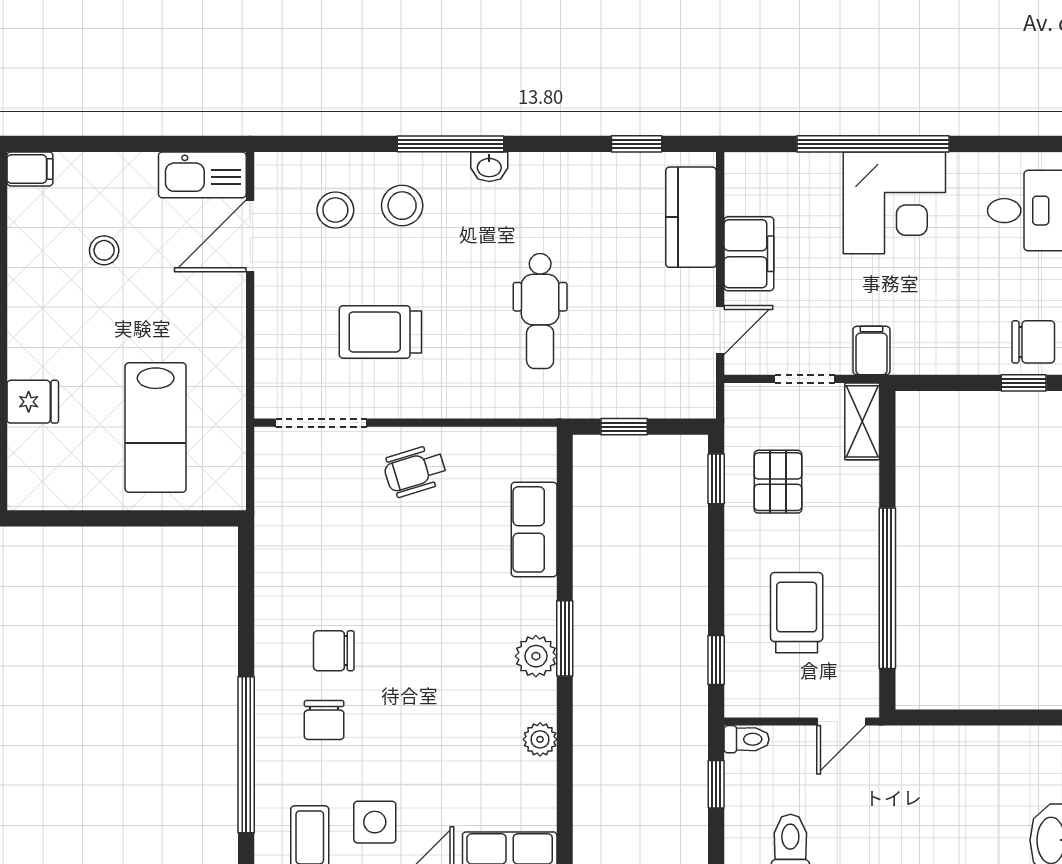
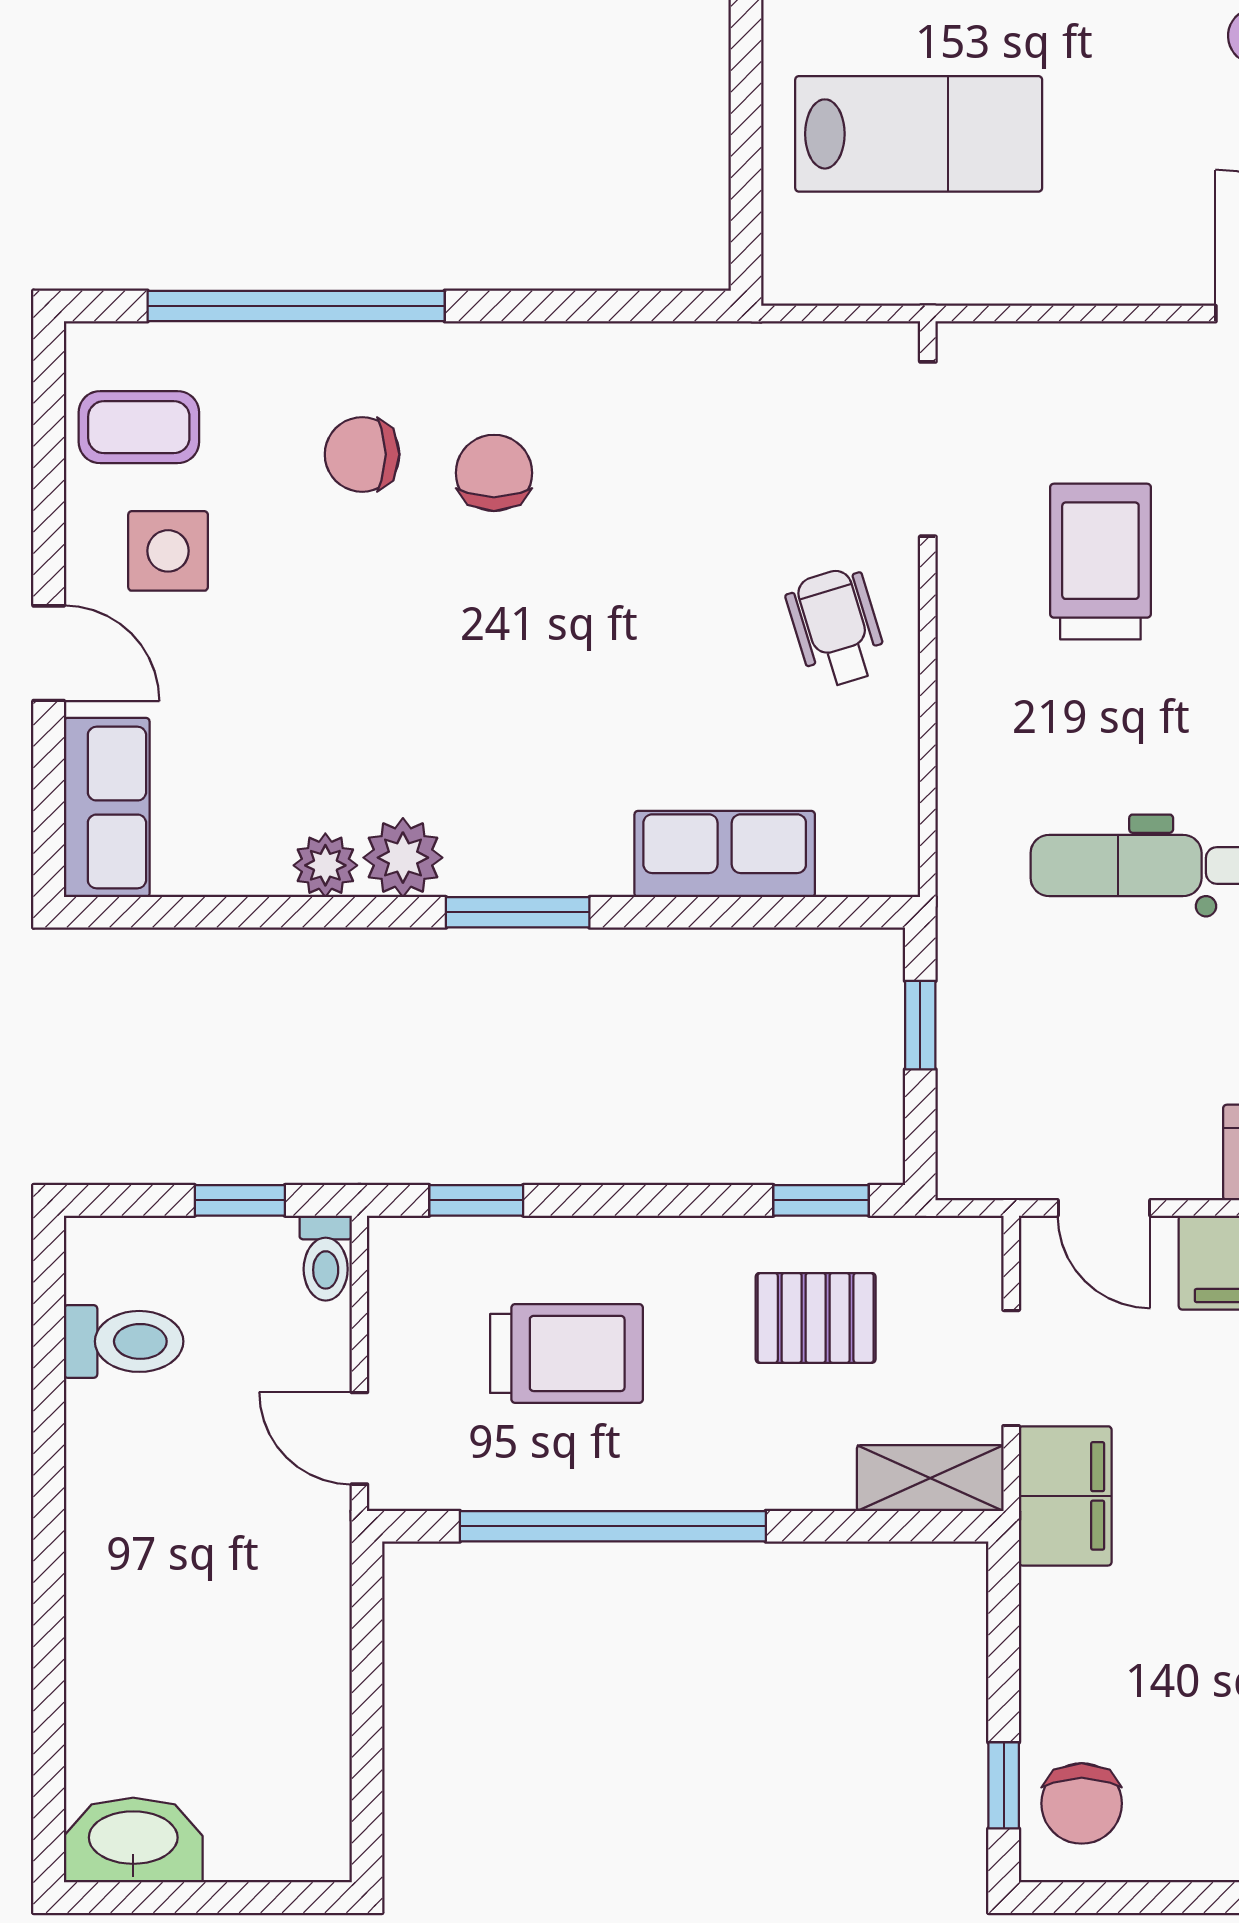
filing cabinet: (871, 351) -> (1065, 1496), width x2.00
lab bench: (156, 428) -> (919, 134), turned 180
plant: (536, 656) -> (403, 858), moved

